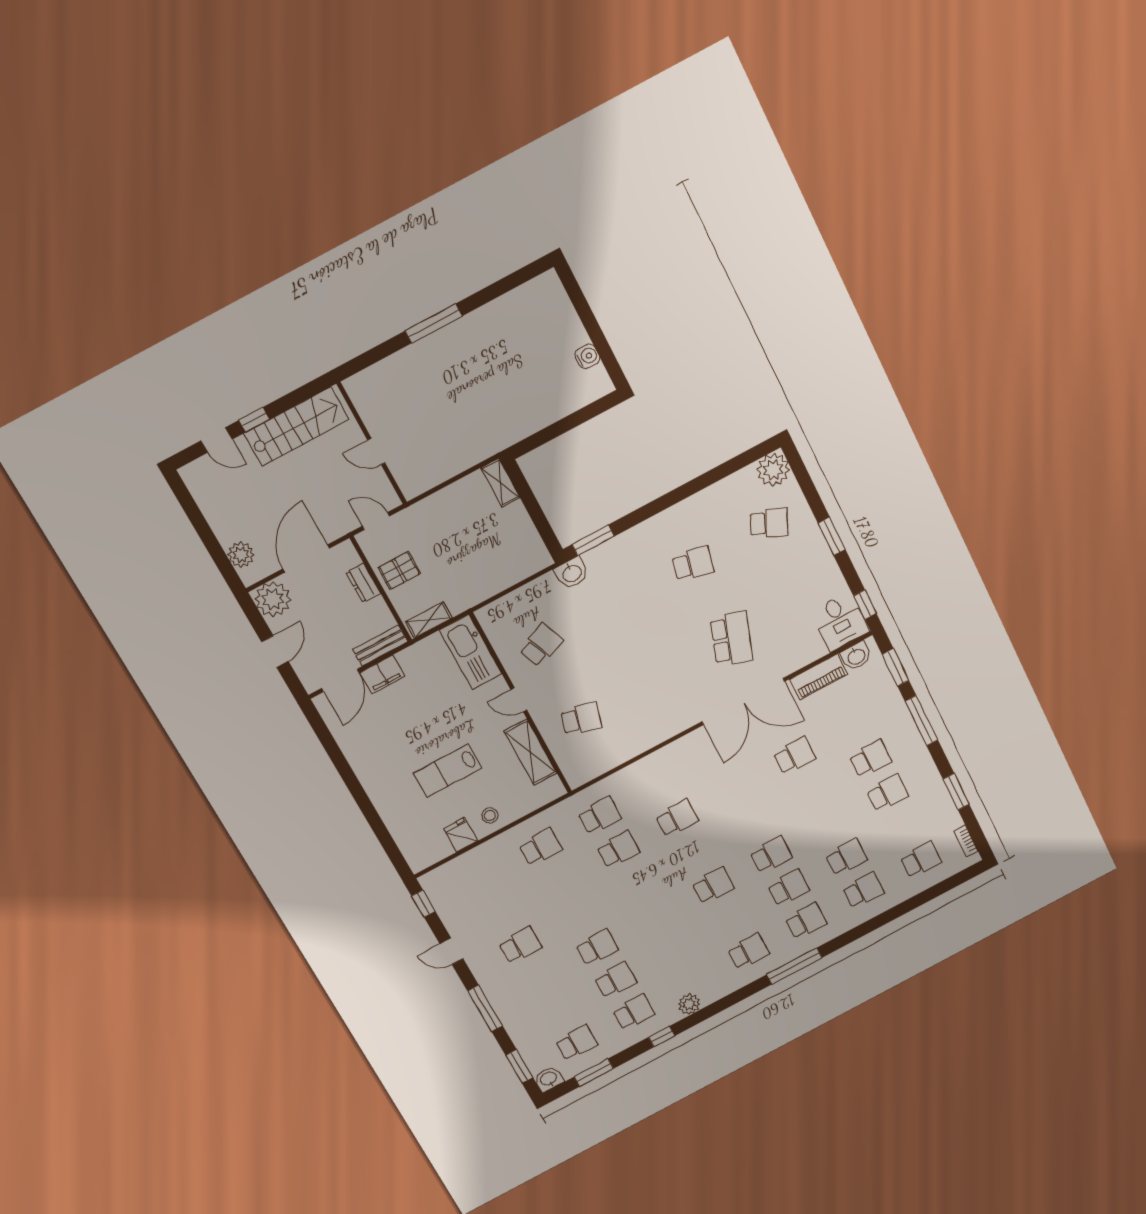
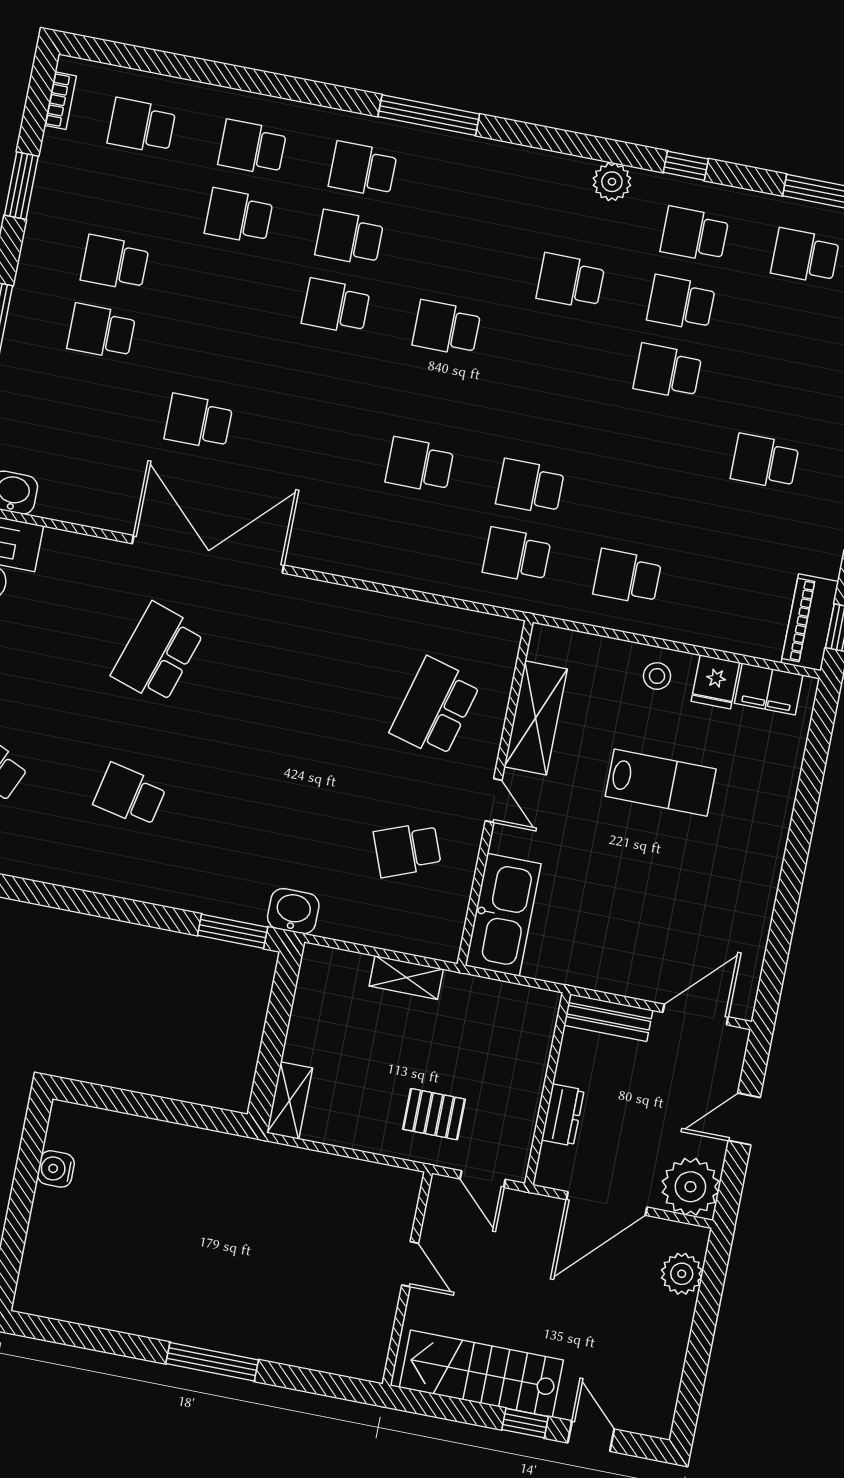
pallet: (399, 571) -> (434, 1114), moved
shelving: (429, 620) -> (406, 978), moved
filing cabinet: (382, 674) -> (769, 689), moved, turned 180
piano: (819, 677) -> (810, 622), moved, turned -90
school desk: (581, 719) -> (435, 707), width x1.85
school desk: (748, 951) -> (570, 281), moved

